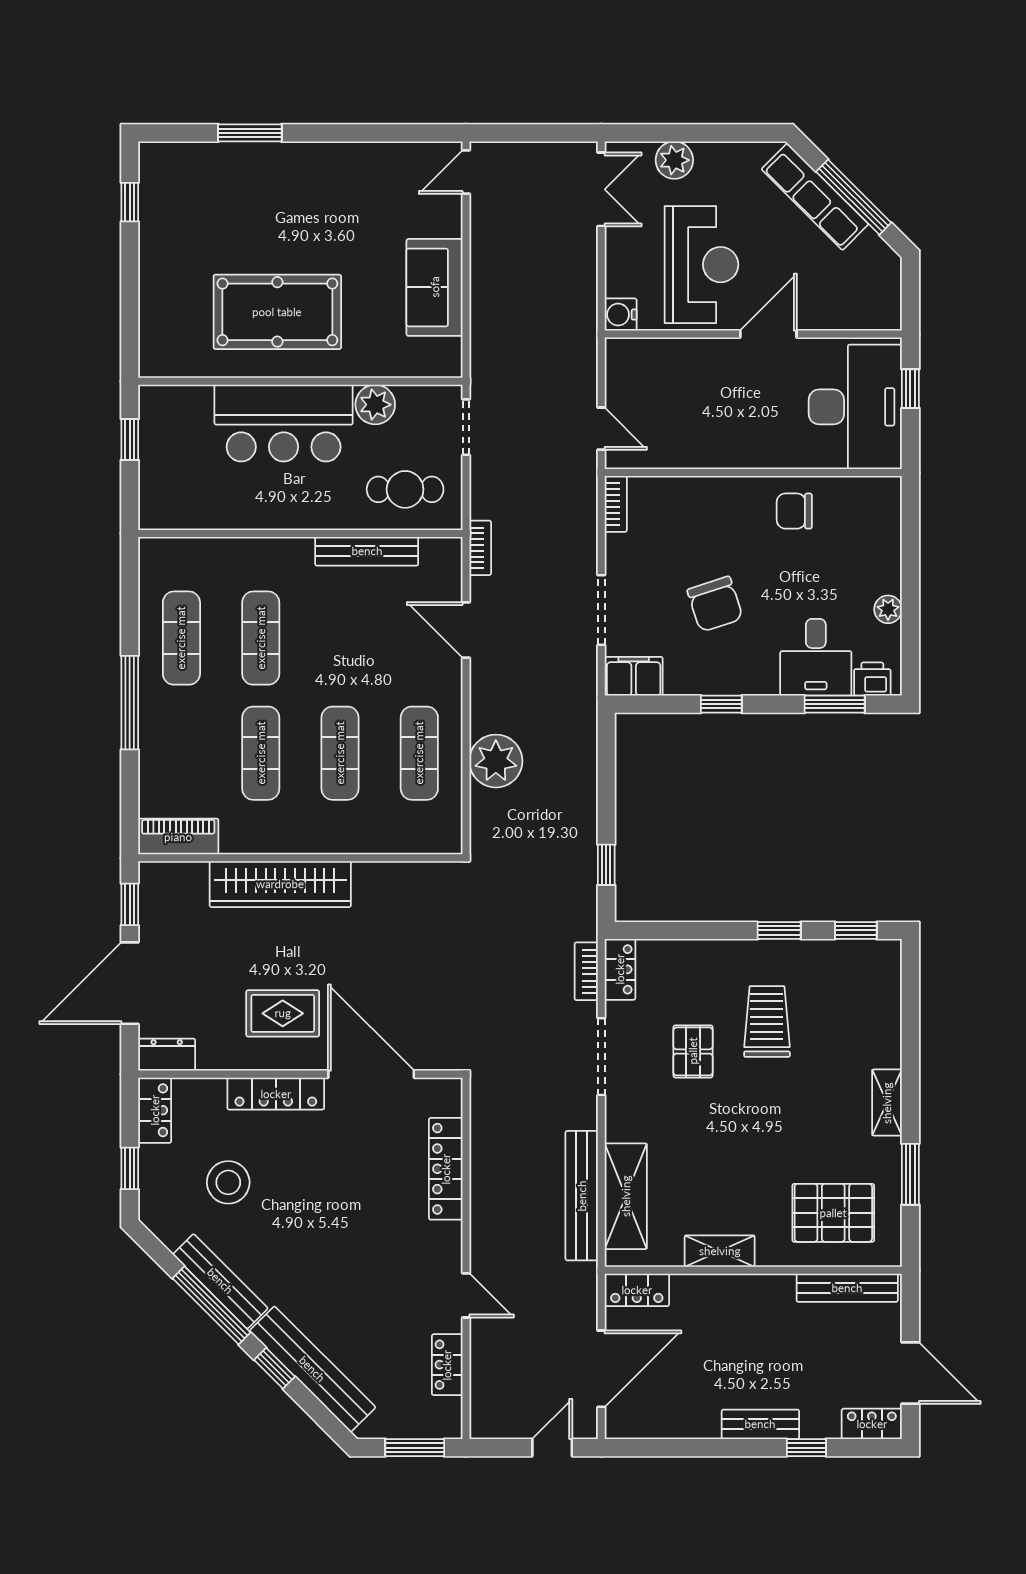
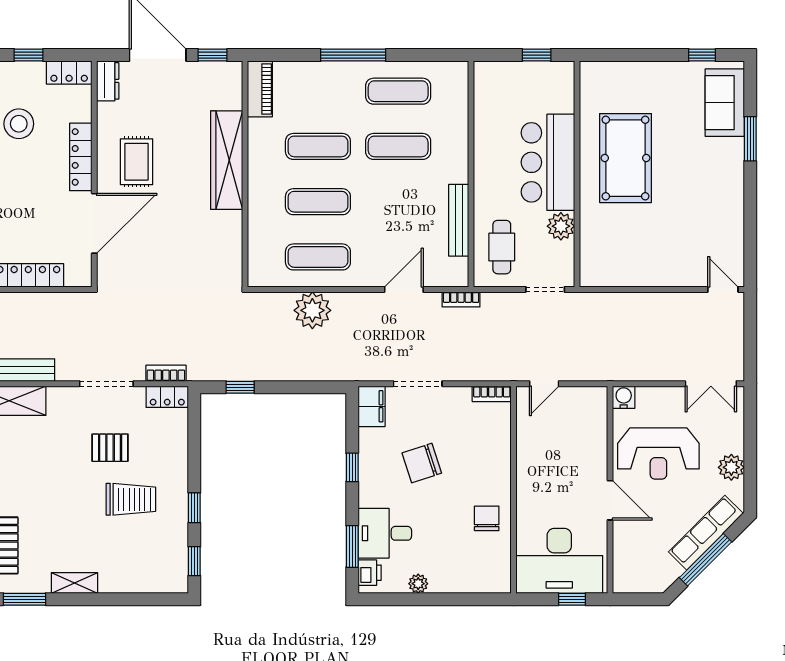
plant: (674, 160) -> (731, 467), moved
sofa: (435, 287) -> (725, 103), moved, turned -90

